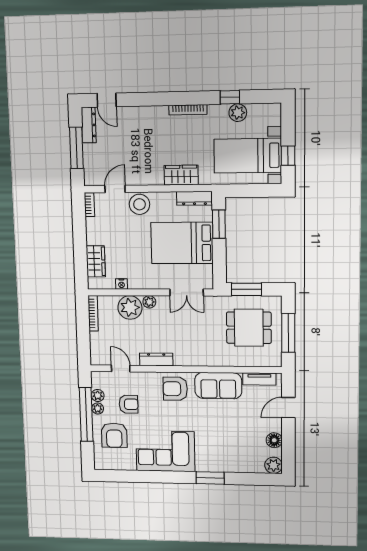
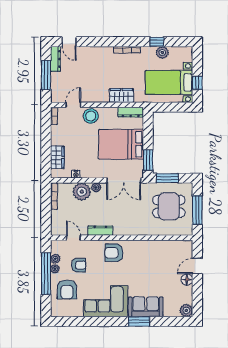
window: (219, 224) -> (148, 160), moved
double door: (186, 292) -> (124, 180), width x1.37
tv unit: (259, 379) -> (176, 245), removed
sofa: (218, 386) -> (146, 307), moved, turned 180
floor lamp: (274, 440) -> (187, 280), moved

